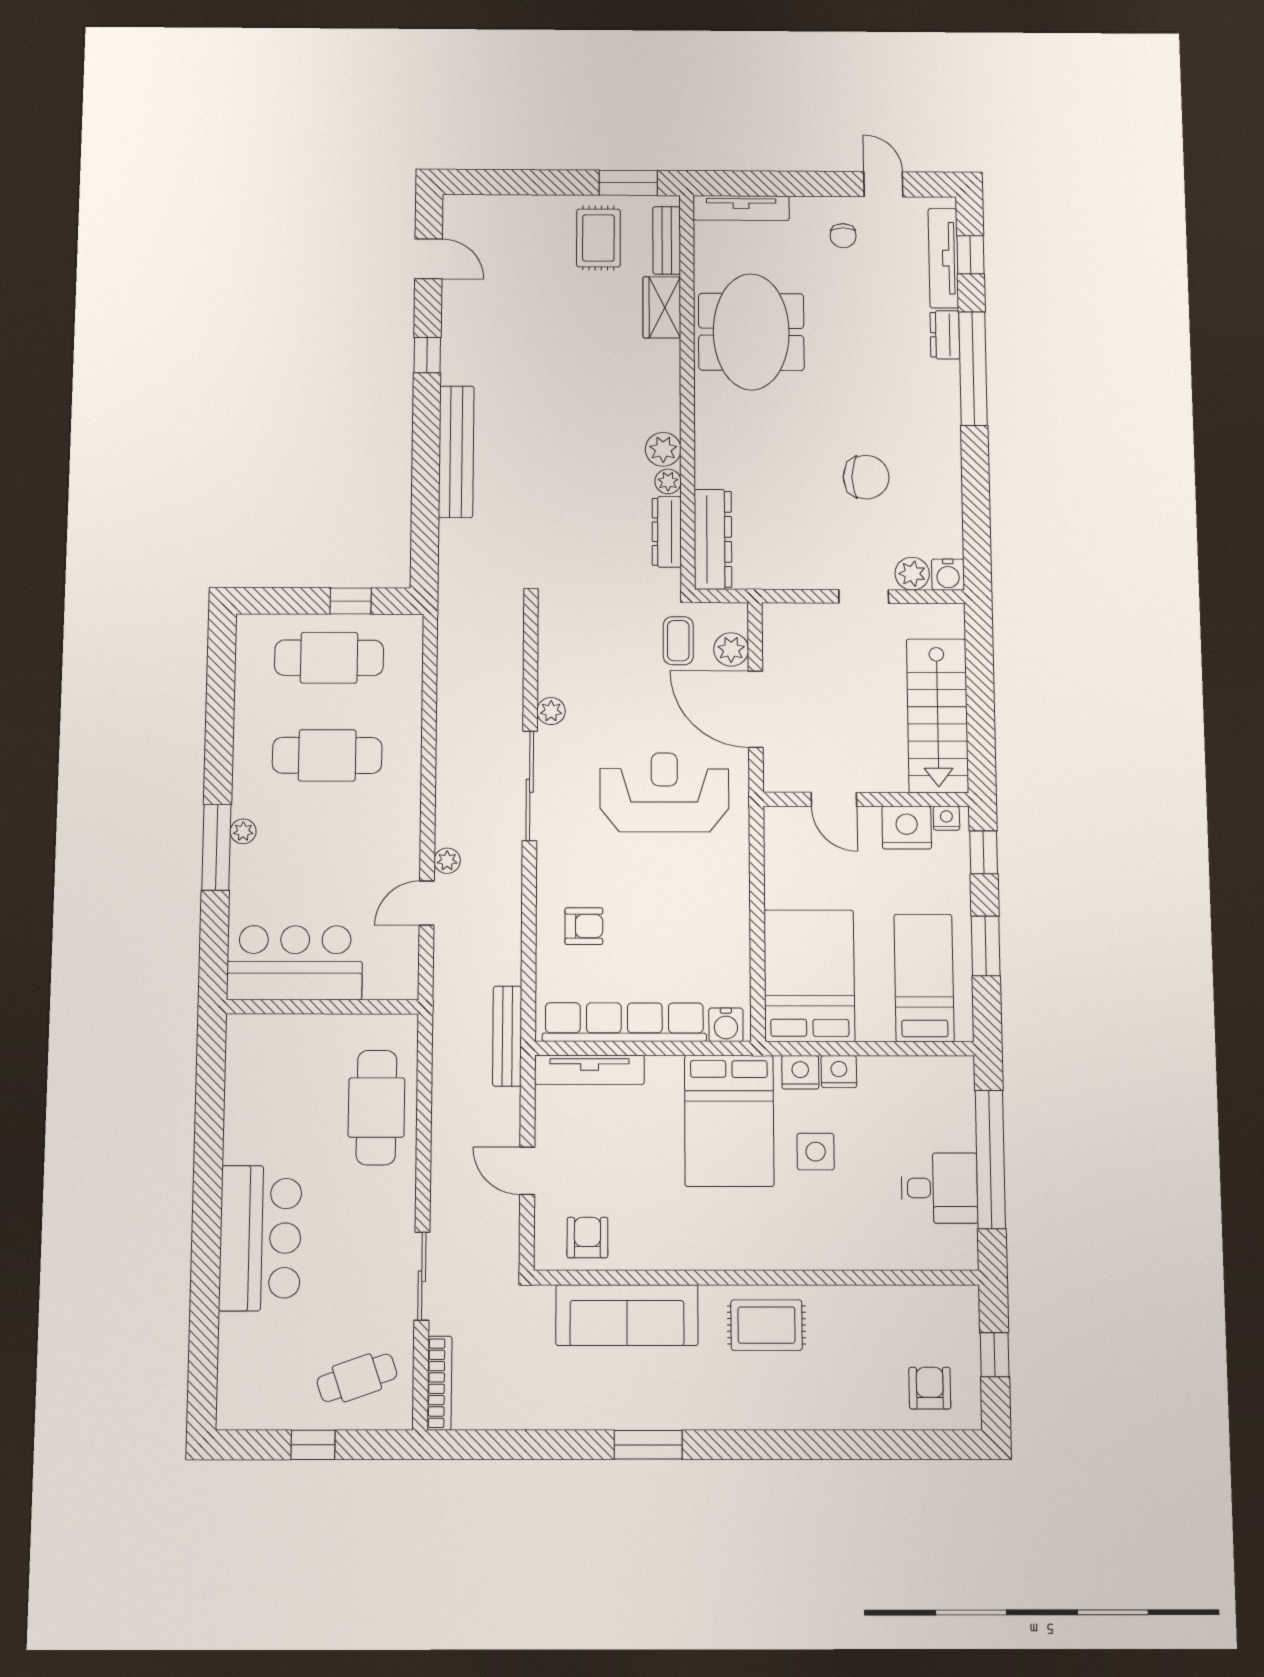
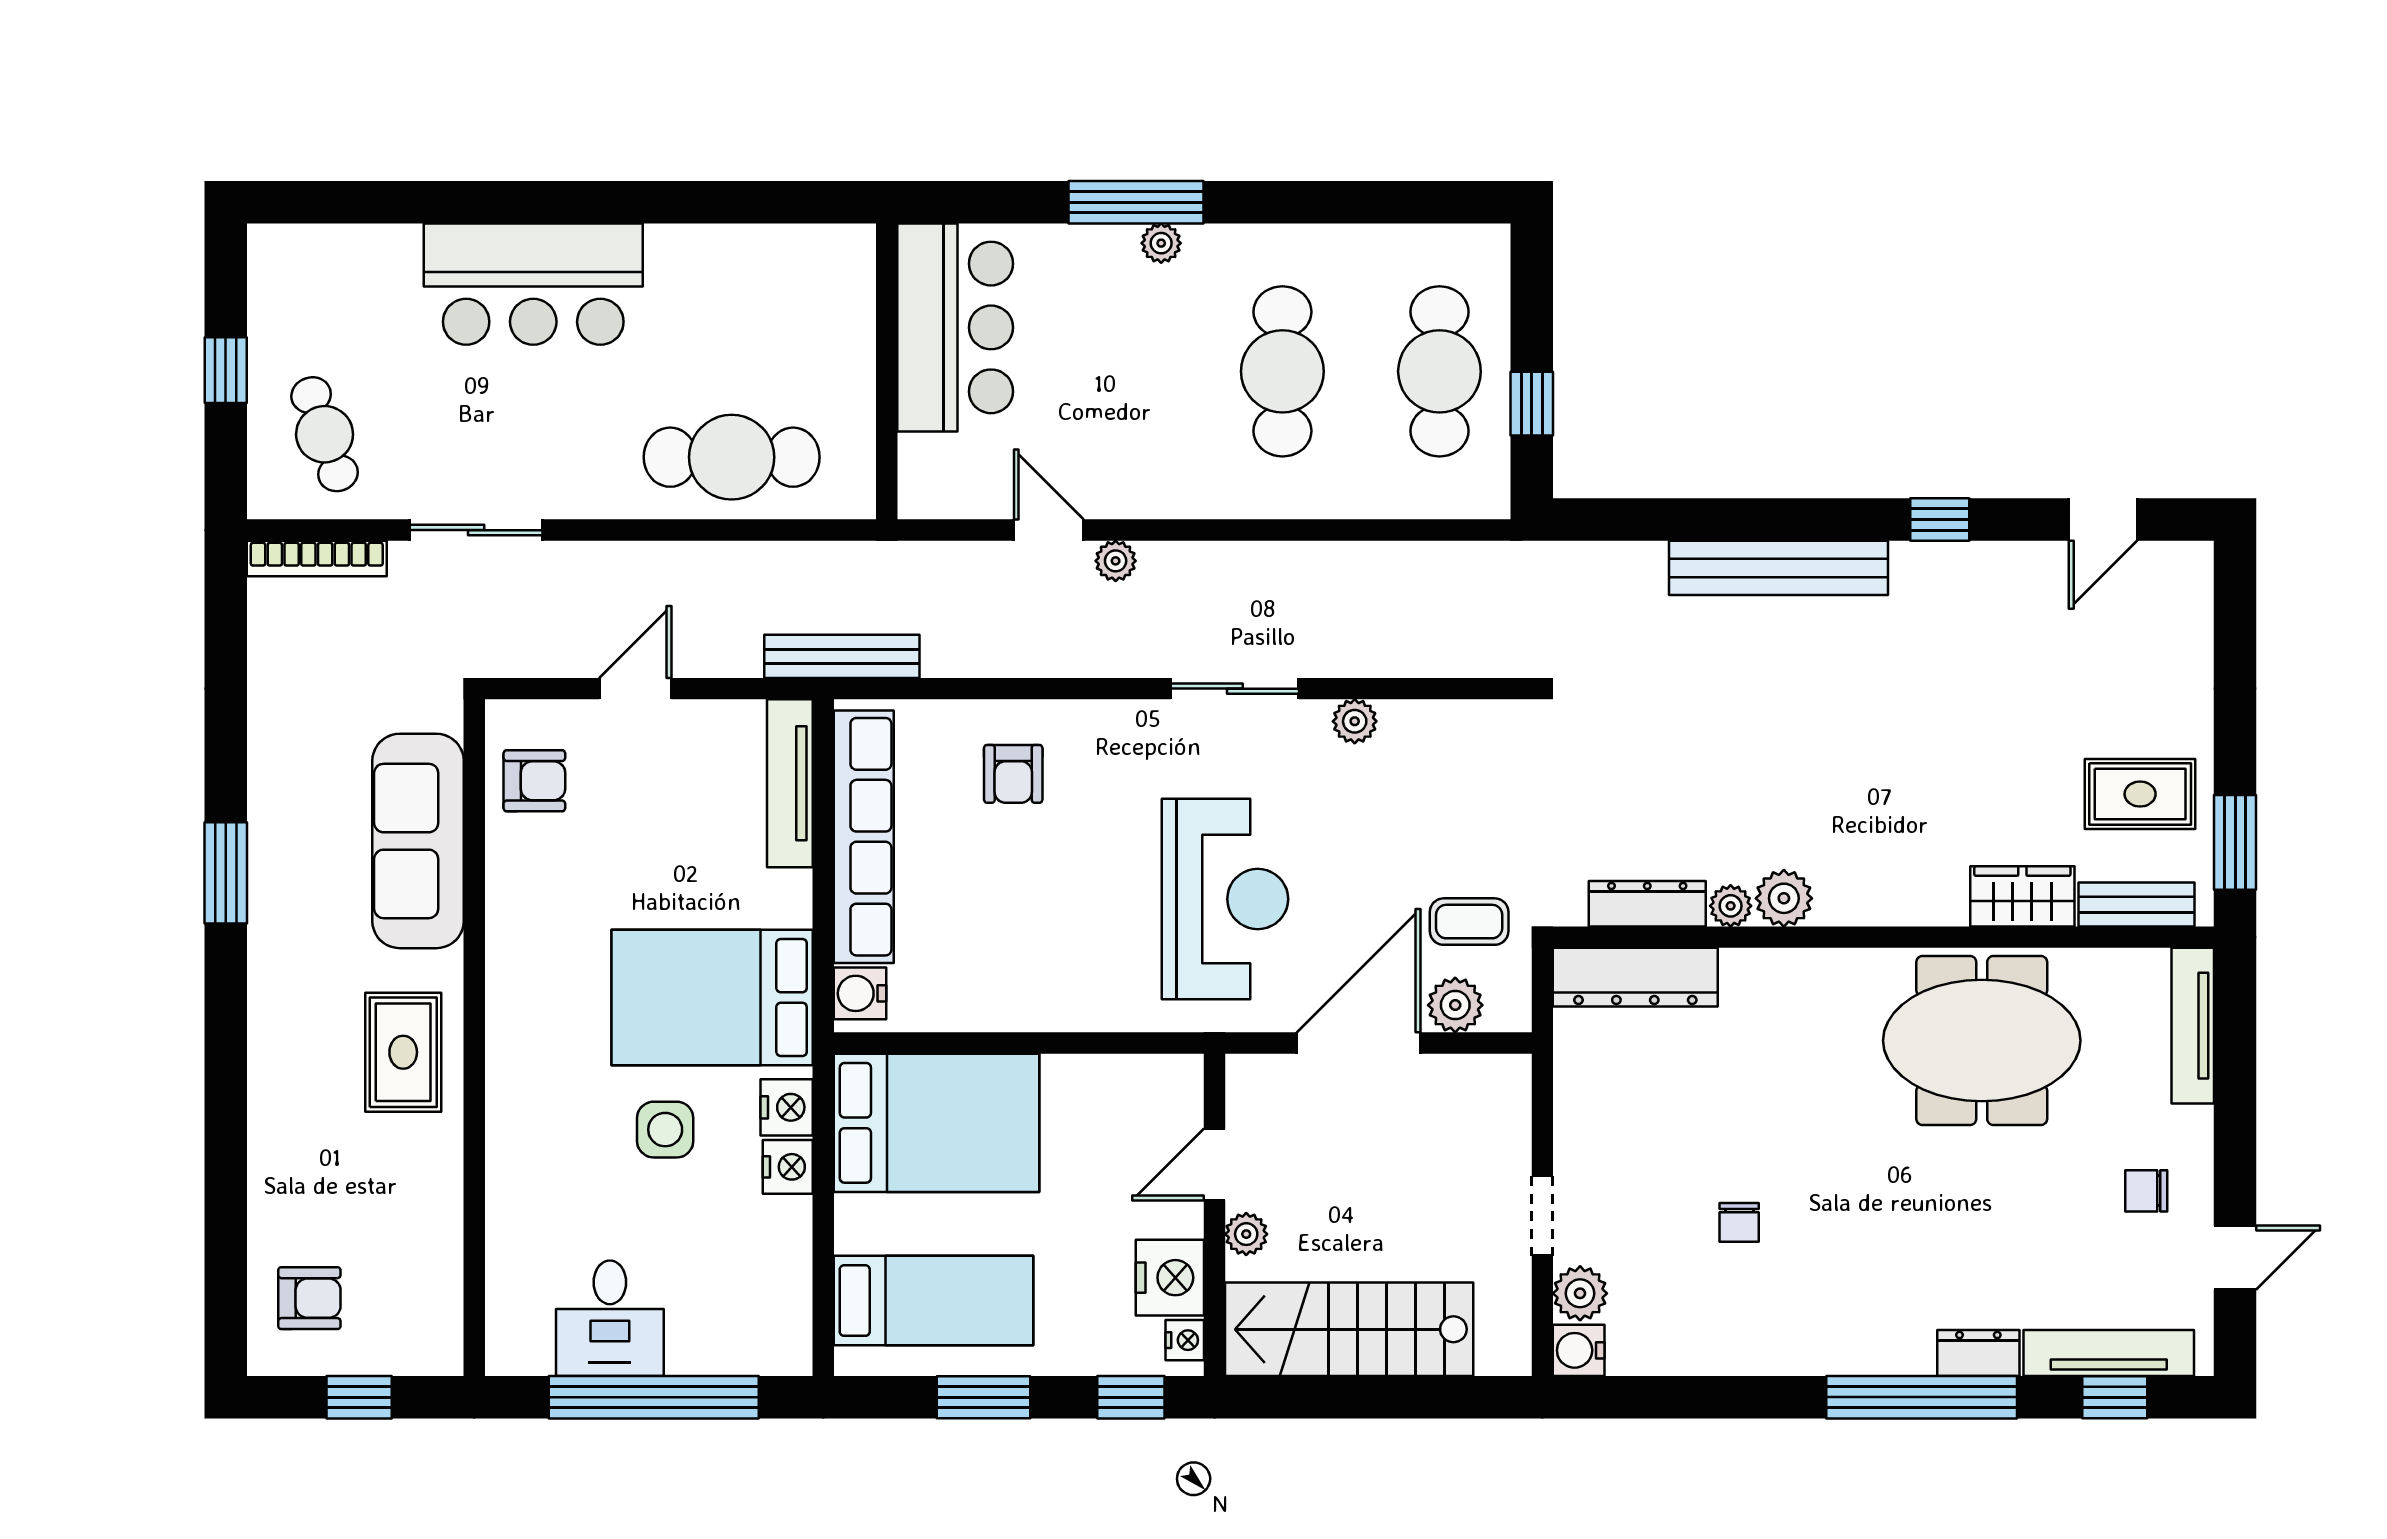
chair: (866, 477) -> (1739, 1222), width x0.54, depth x0.54
plant: (878, 780) -> (1246, 1234), added
sliding door: (530, 786) -> (1235, 689), width x0.73

